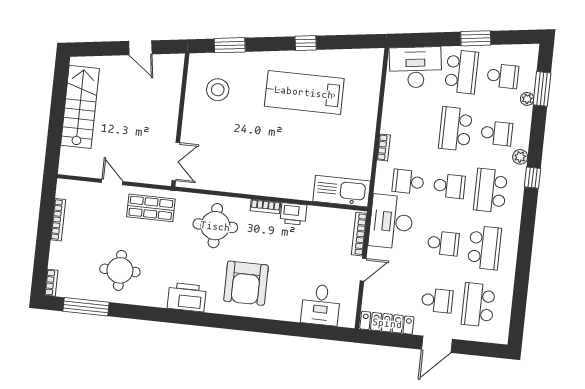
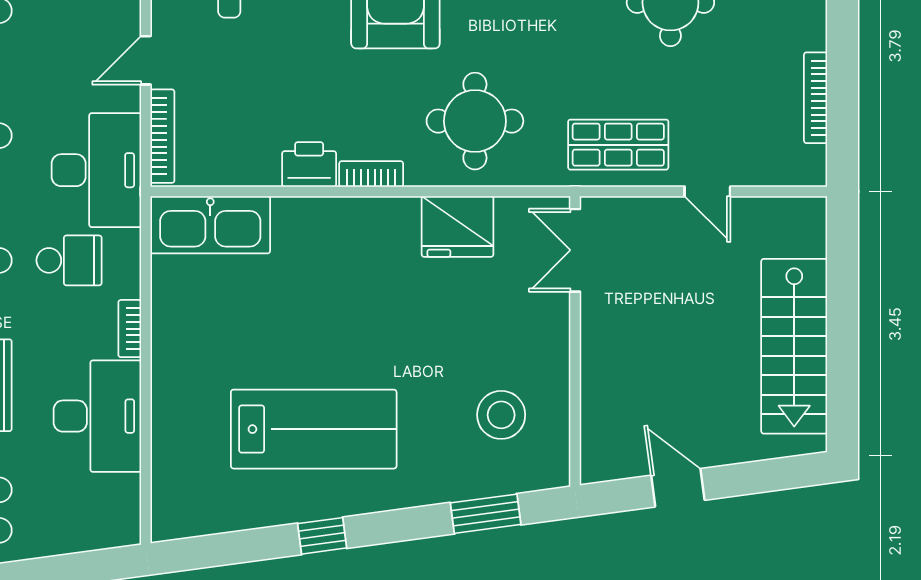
desk: (416, 67) -> (97, 416), moved, turned -82
fridge: (228, 178) -> (458, 226), added

